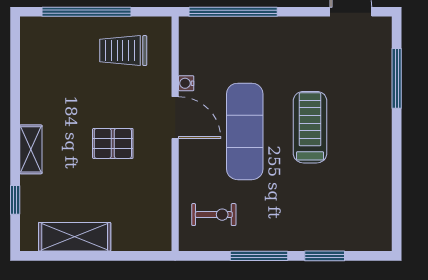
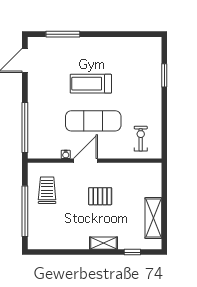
trolley: (123, 51) -> (47, 190), turned 180
pallet: (113, 143) -> (100, 196), turned 90
window: (259, 256) -> (164, 113), removed

